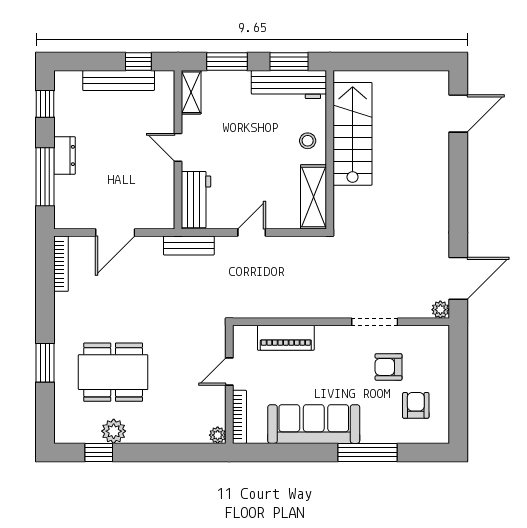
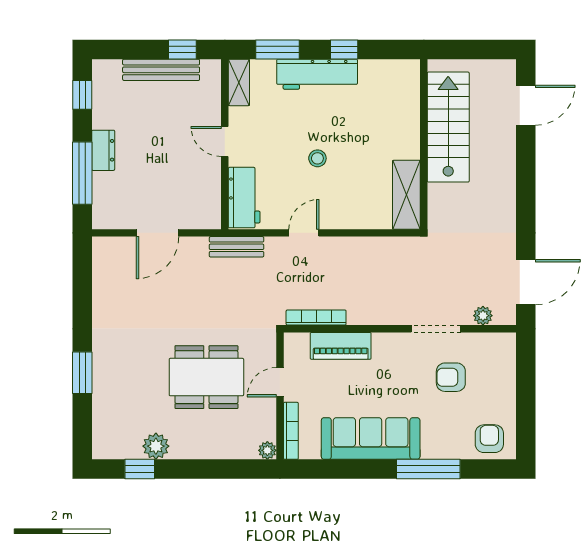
window: (289, 62) -> (344, 49), width x0.67
workbench: (289, 85) -> (317, 74), moved
stairs: (353, 134) -> (448, 127), moved
stool: (308, 141) -> (317, 158), moved
wall: (330, 150) -> (424, 144), moved
shelving: (314, 197) -> (406, 195), moved
bookcase: (61, 264) -> (316, 318), moved, turned -90
plant: (440, 310) -> (483, 316), moved
dining table: (113, 372) -> (206, 377), moved
armchair: (416, 405) -> (489, 439), moved

